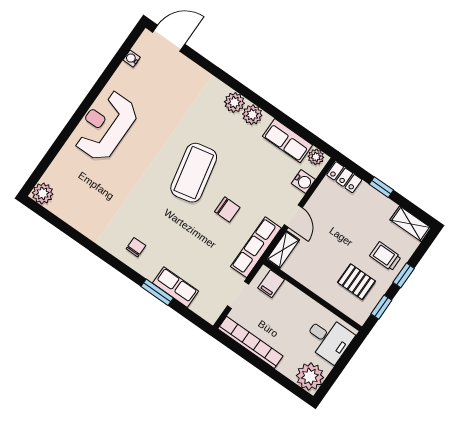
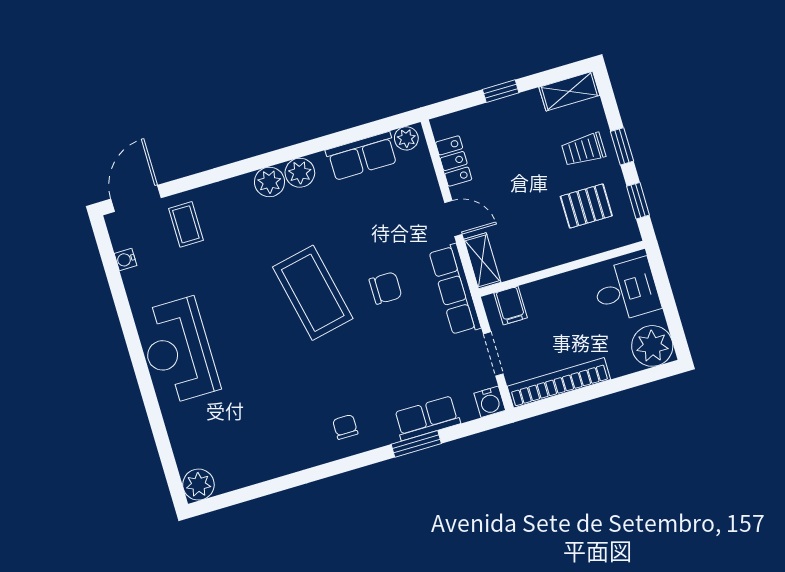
coffee table: (176, 76) -> (186, 224), added
locker: (344, 177) -> (454, 161), moved, turned -90
water cooler: (303, 181) -> (490, 402), moved, turned 90

